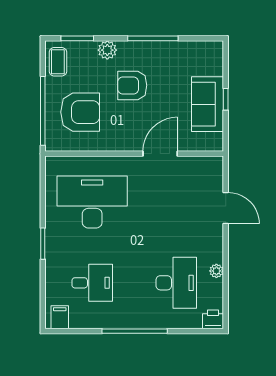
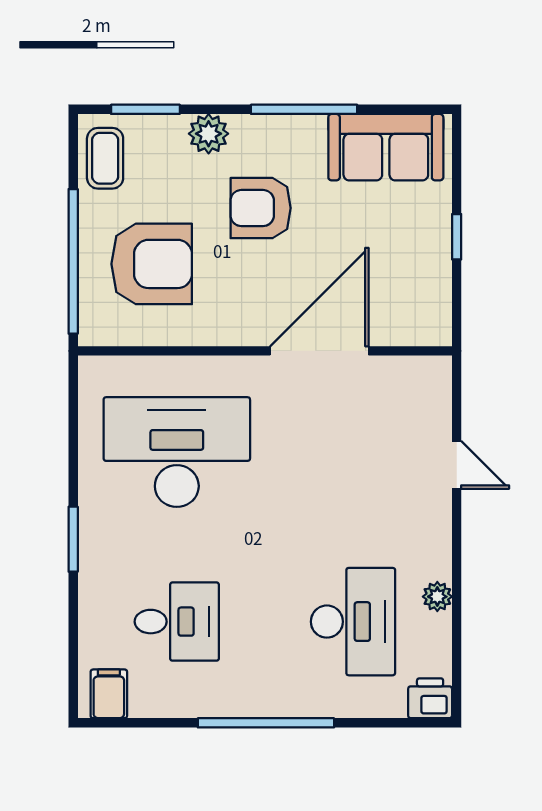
sofa: (208, 104) -> (386, 147), moved, turned -90
door: (160, 154) -> (319, 351), width x1.36
door: (226, 208) -> (457, 465), width x0.73

